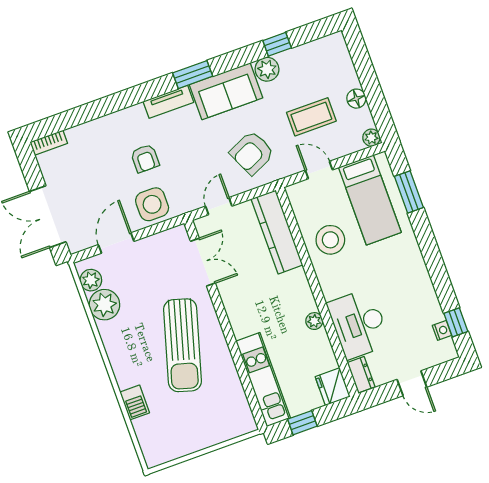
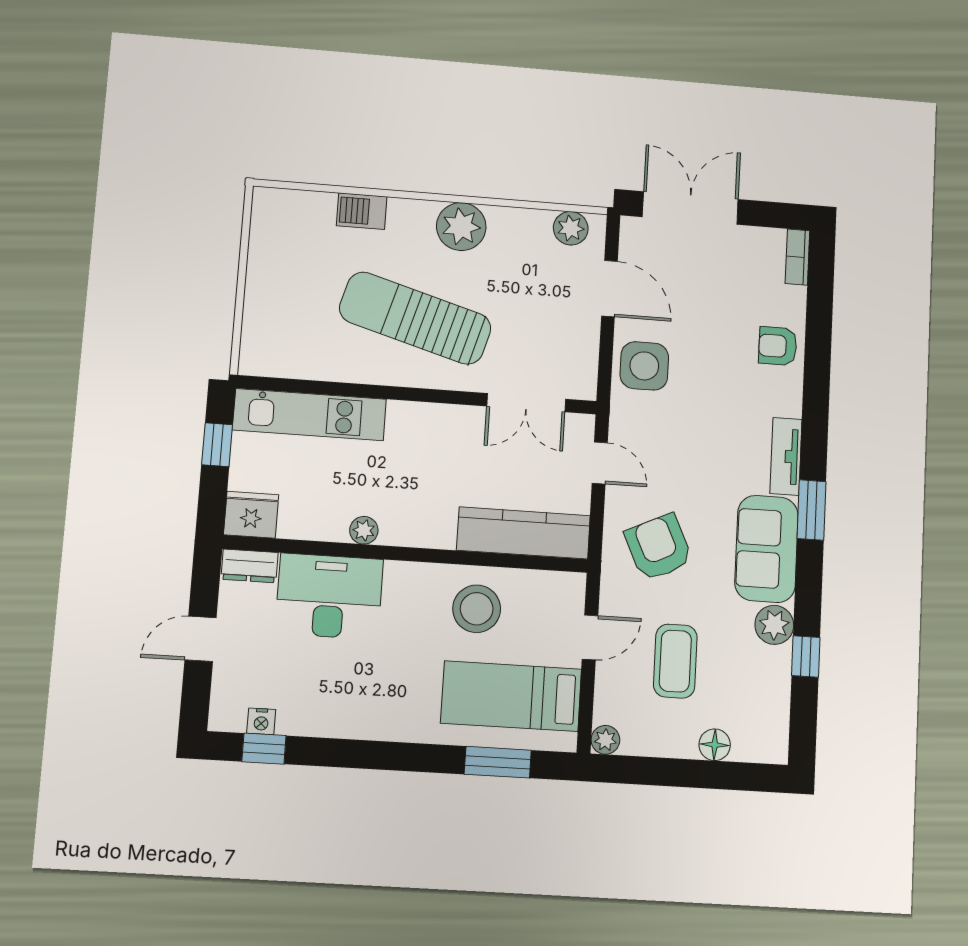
floor lamp: (356, 99) -> (715, 745), moved
armchair: (145, 158) -> (778, 346), moved
plant: (104, 305) -> (461, 227), moved

